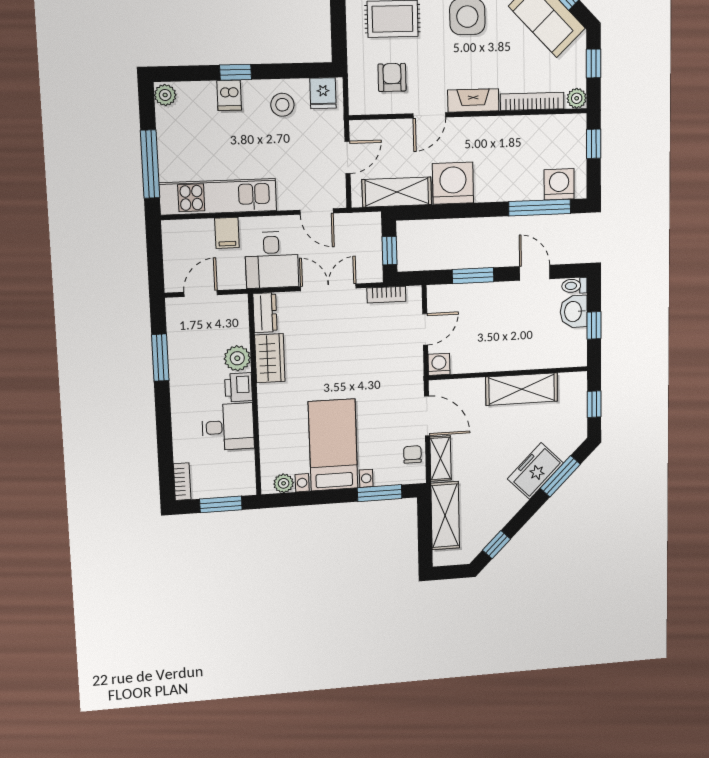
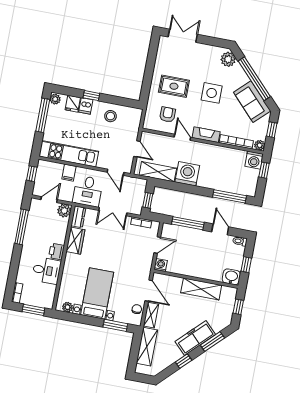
fridge: (323, 93) -> (73, 104), moved
door: (429, 115) -> (182, 137), swing flipped
door: (348, 157) -> (137, 149), hinge flipped
window: (150, 164) -> (43, 115), moved
washing machine: (559, 184) -> (254, 160), moved, turned 180
window: (155, 252) -> (32, 174), added
window: (473, 276) -> (188, 223), width x1.44
double door: (328, 287) -> (113, 212), swing flipped
washbasin: (574, 311) -> (231, 277), moved, turned 90
window: (160, 358) -> (22, 227), width x1.44
plant: (237, 358) -> (64, 211), moved
freezer: (535, 471) -> (195, 338), width x1.40
window: (497, 545) -> (184, 361), moved

